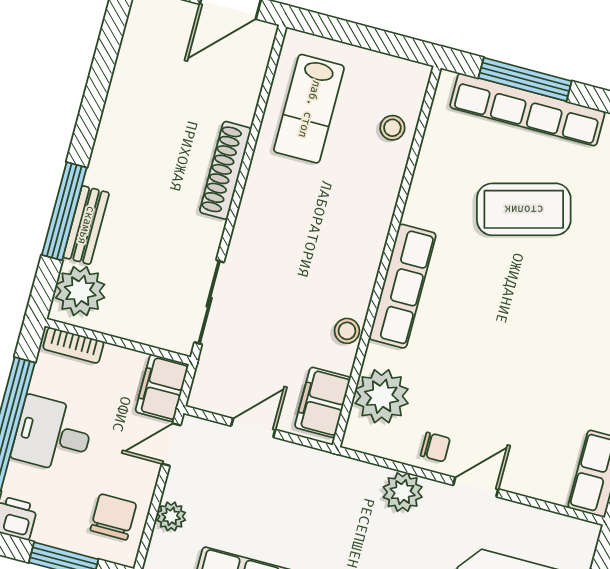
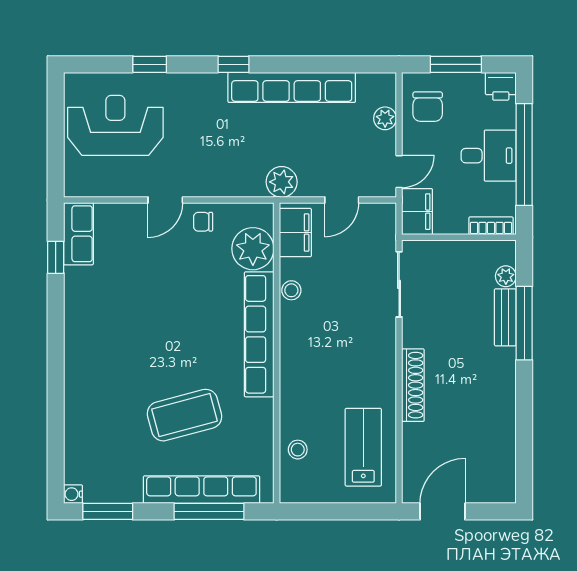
row of seats: (402, 286) -> (259, 334), width x1.36
plant: (80, 291) -> (506, 276), width x0.53, depth x0.53
plant: (403, 492) -> (282, 182), moved

